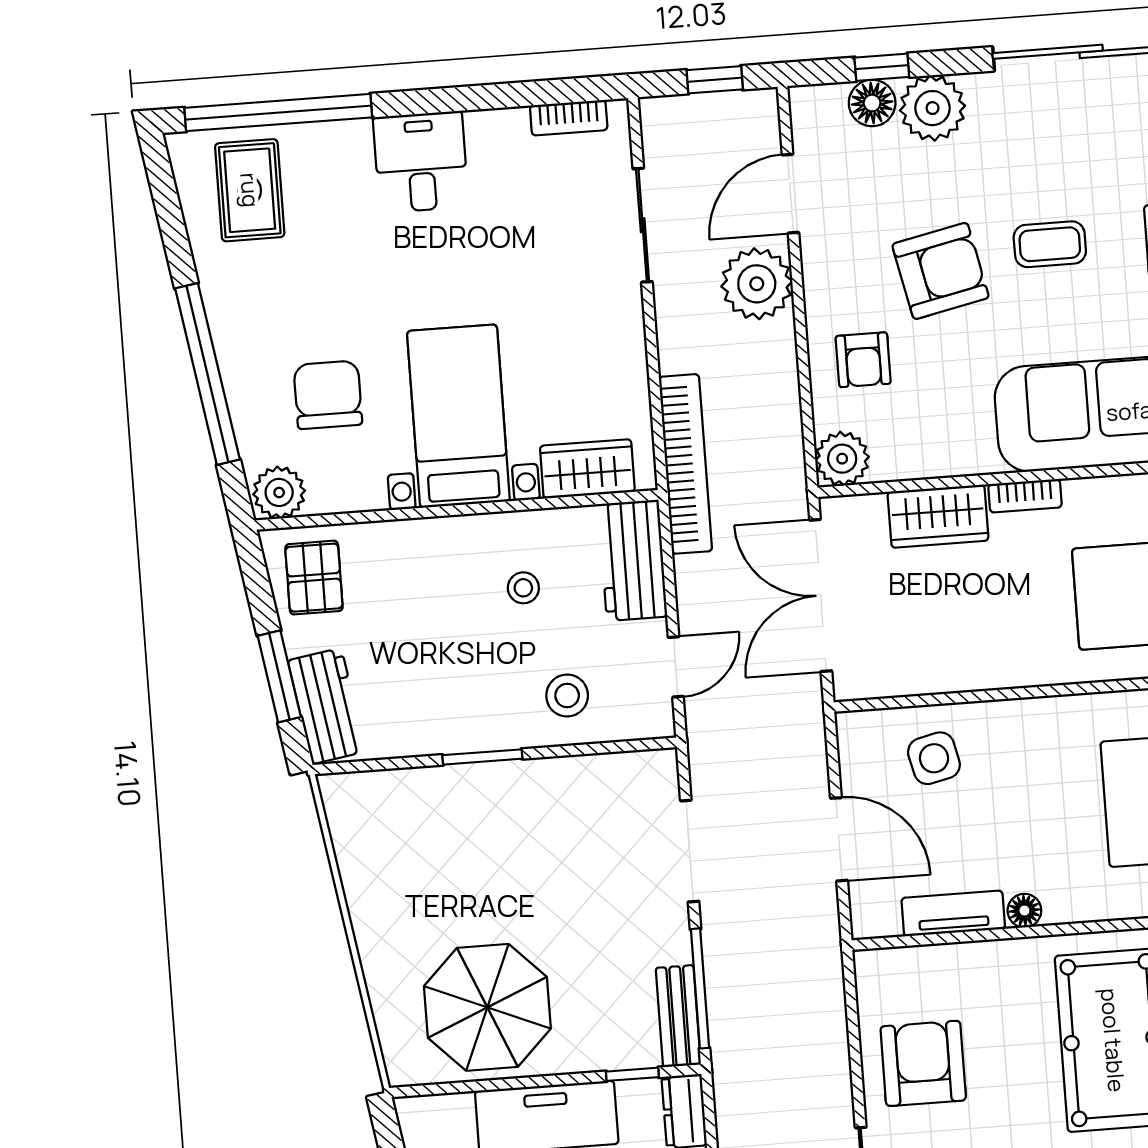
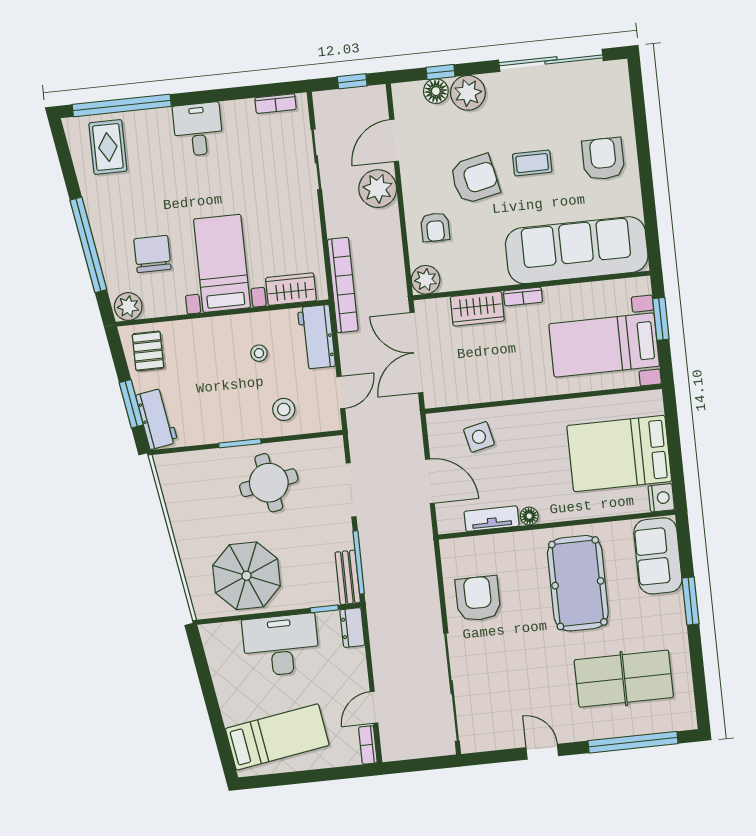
round table: (535, 833) -> (269, 483), added

